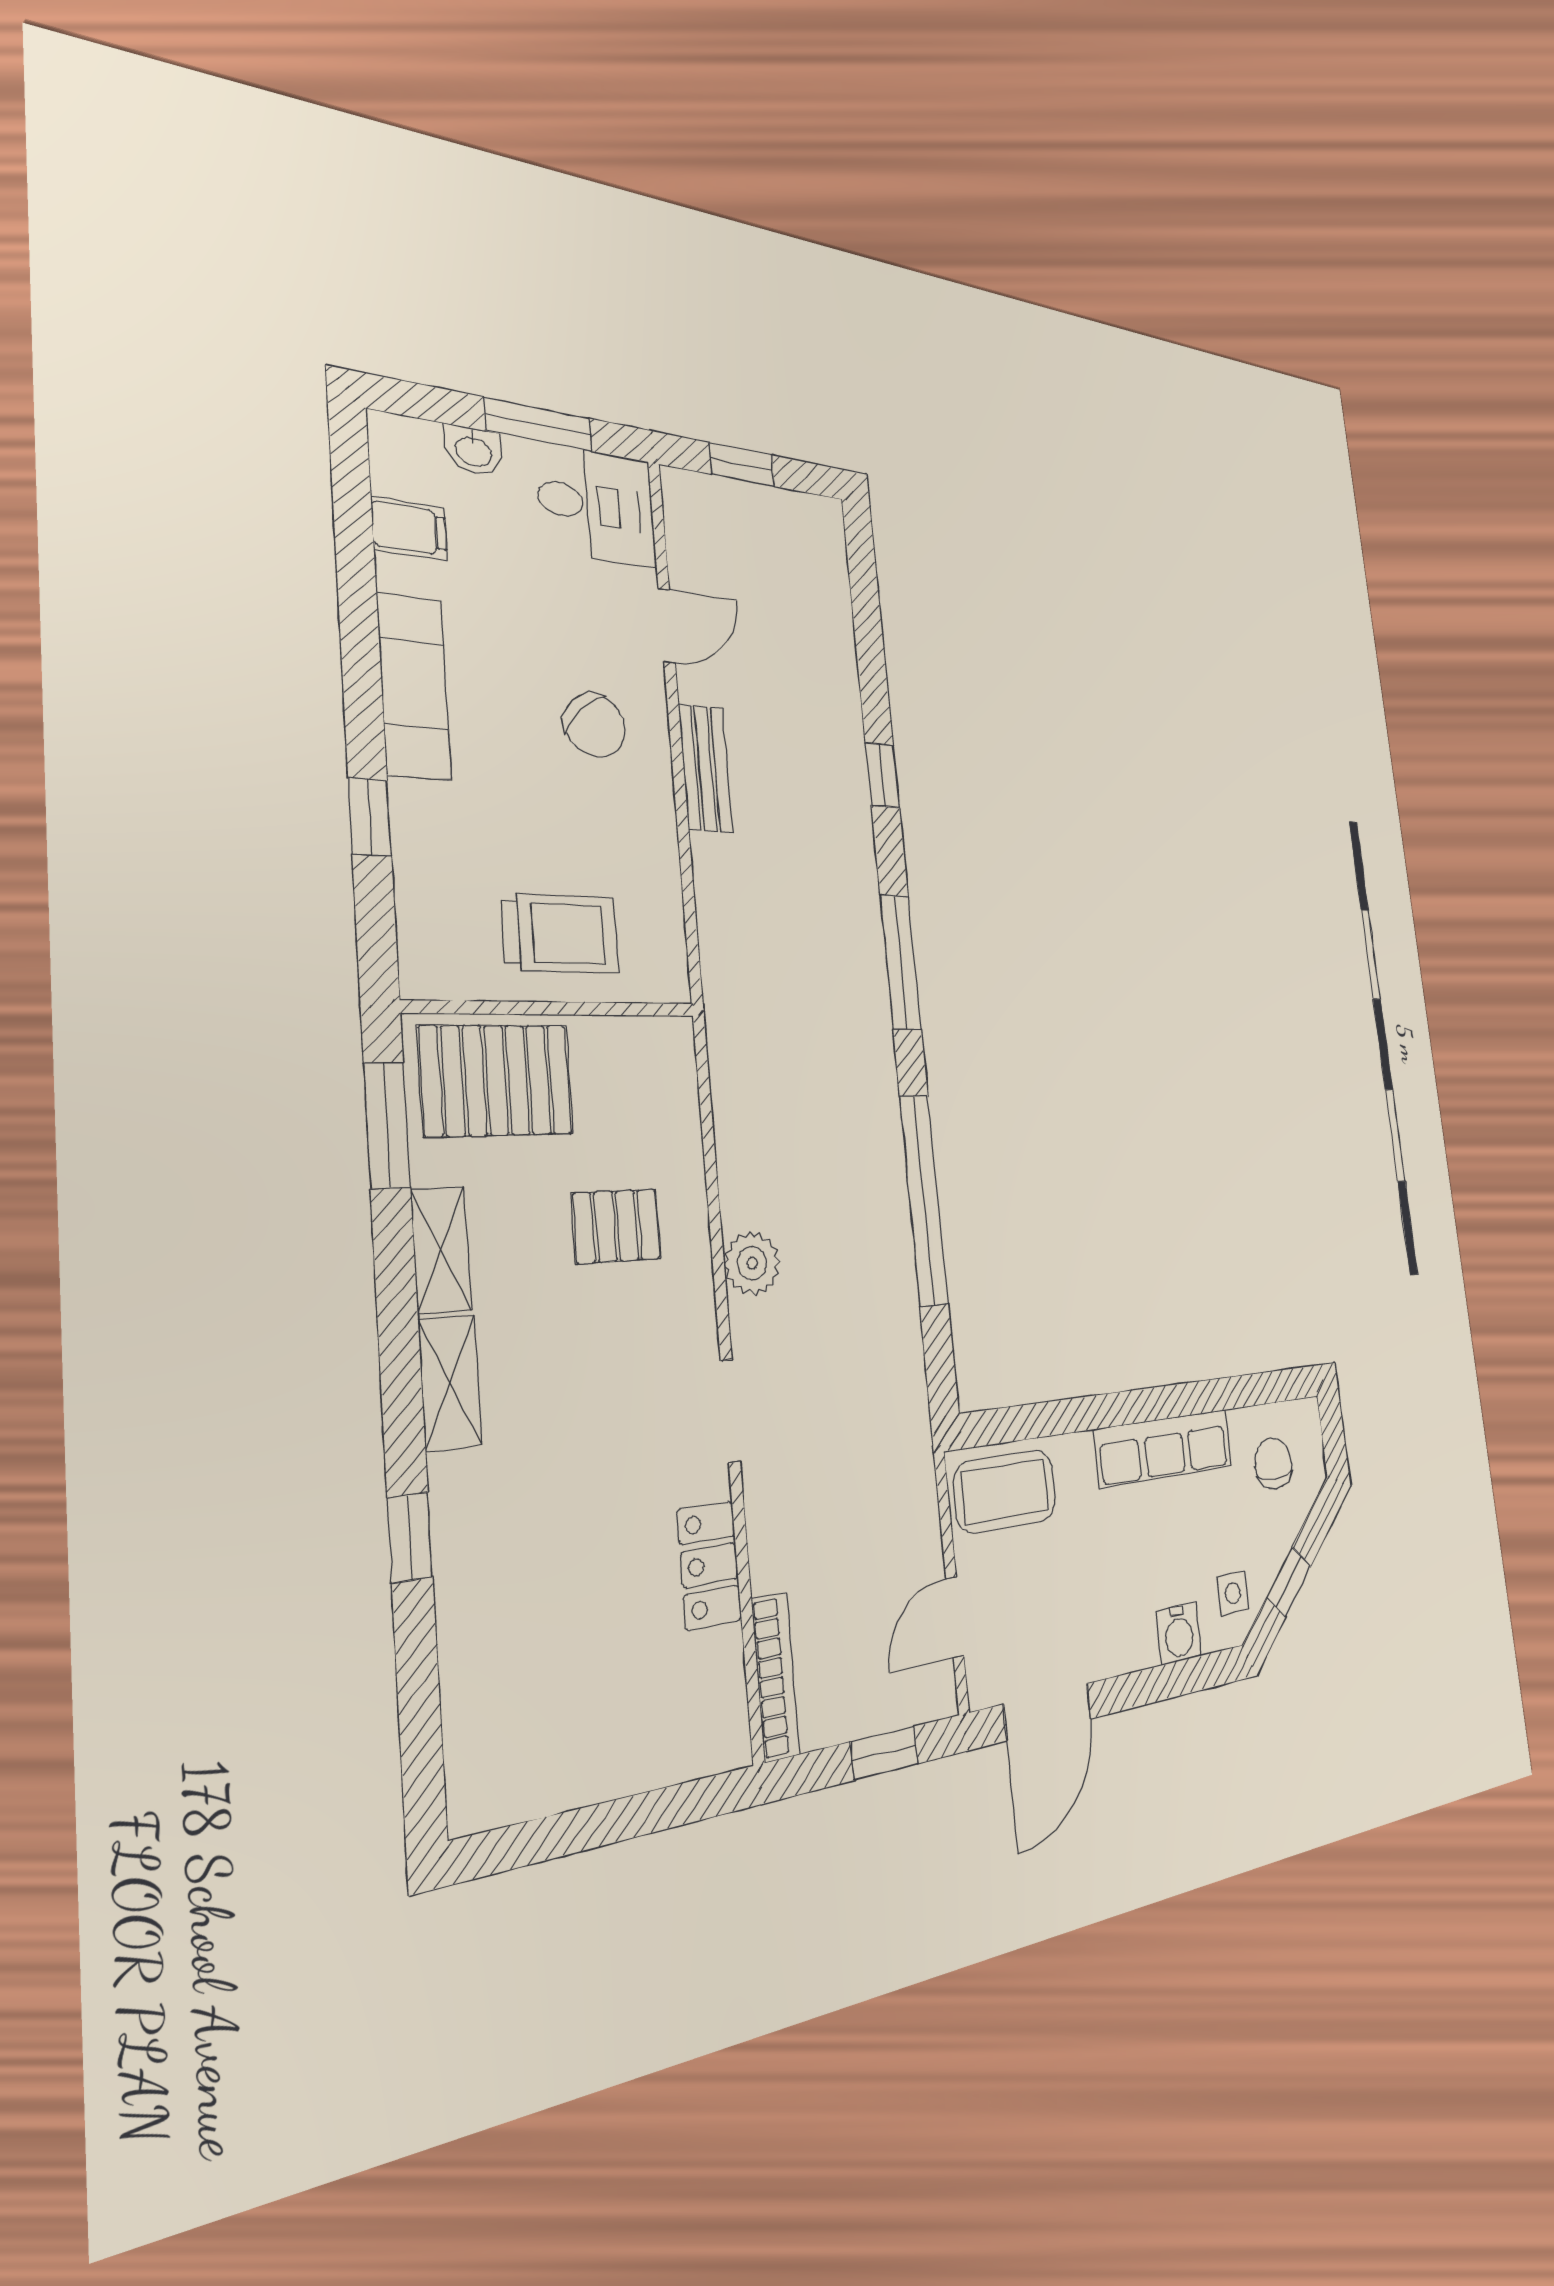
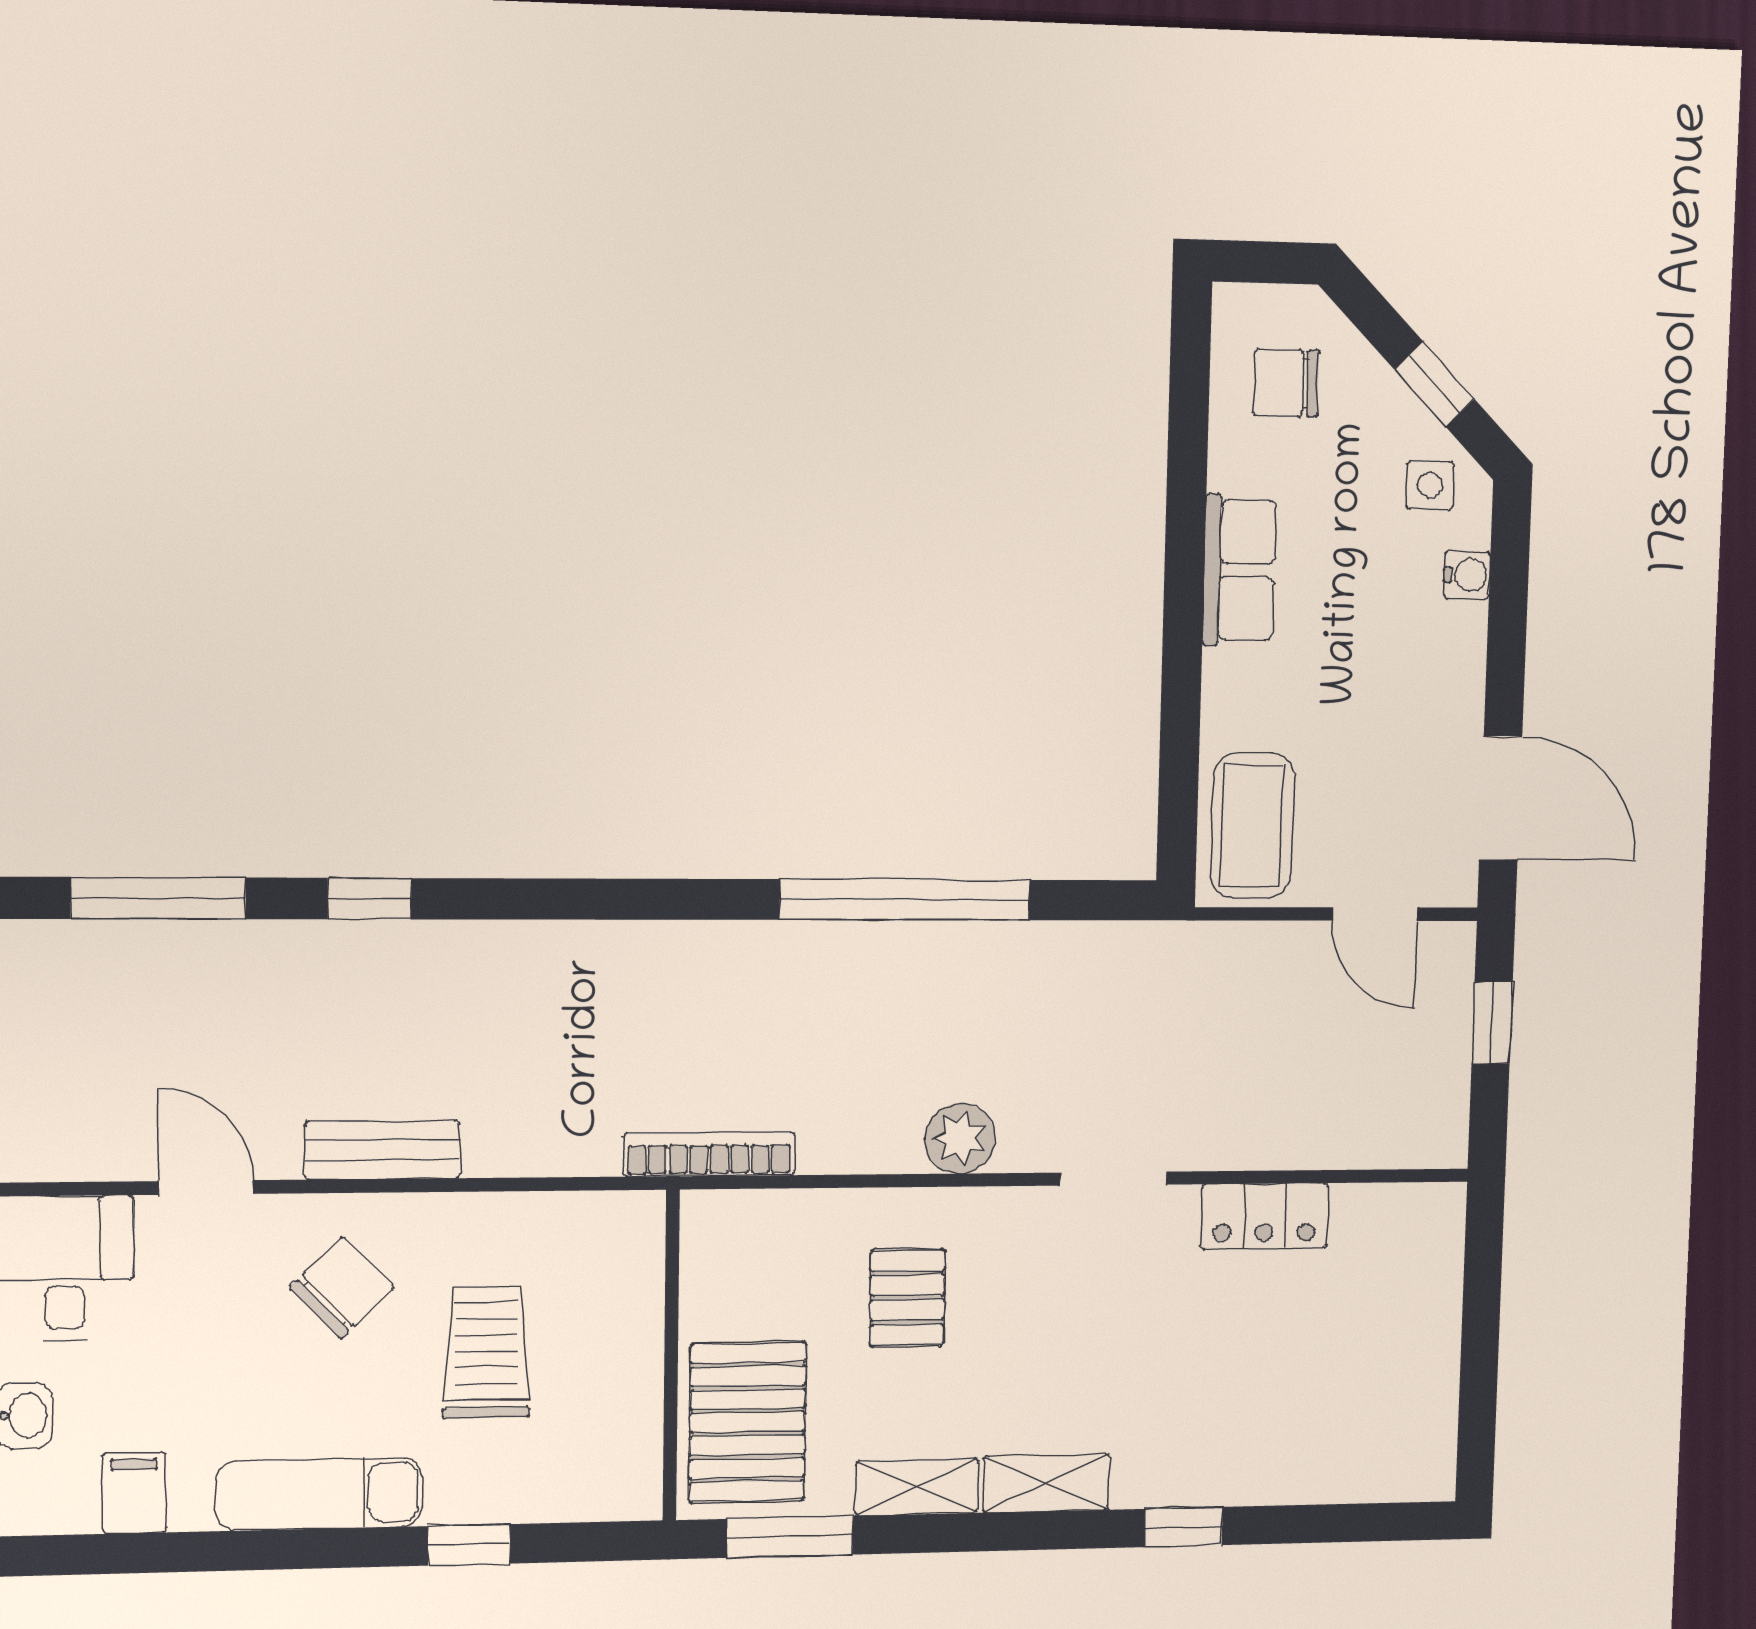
trolley: (560, 933) -> (486, 1352), moved
window: (901, 962) -> (158, 898), moved
row of seats: (1164, 1448) -> (1239, 570), width x0.68
water cooler: (1179, 1633) -> (1467, 575), width x0.72, depth x0.72
bookcase: (775, 1677) -> (709, 1154), moved

